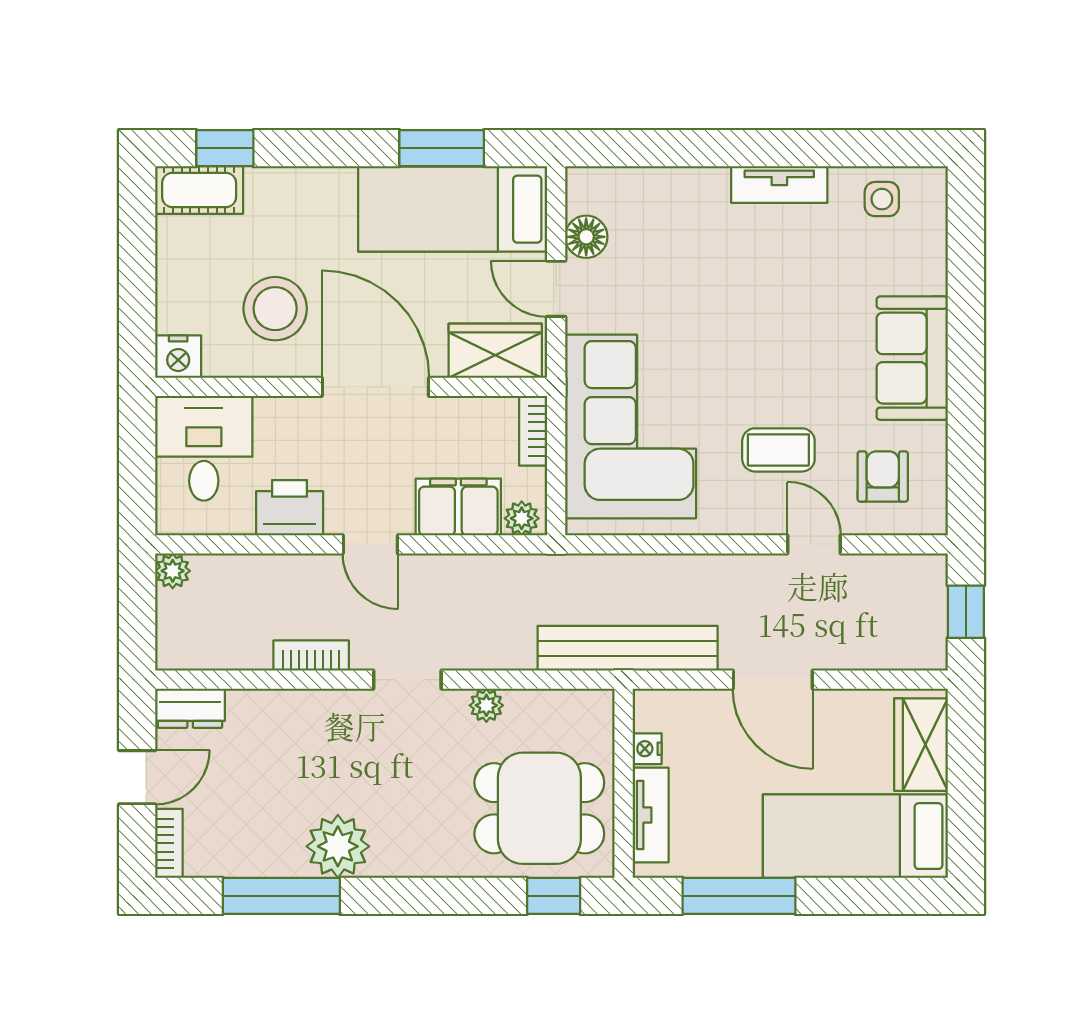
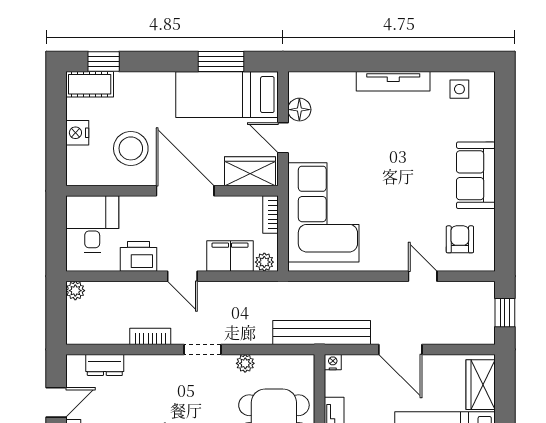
tv unit: (779, 184) -> (393, 81), width x1.41
nightstand: (178, 357) -> (77, 133), moved, turned 90
coffee table: (778, 450) -> (403, 225), removed
dresser: (190, 708) -> (105, 365), moved
nightstand: (647, 749) -> (333, 362), moved, turned 90

